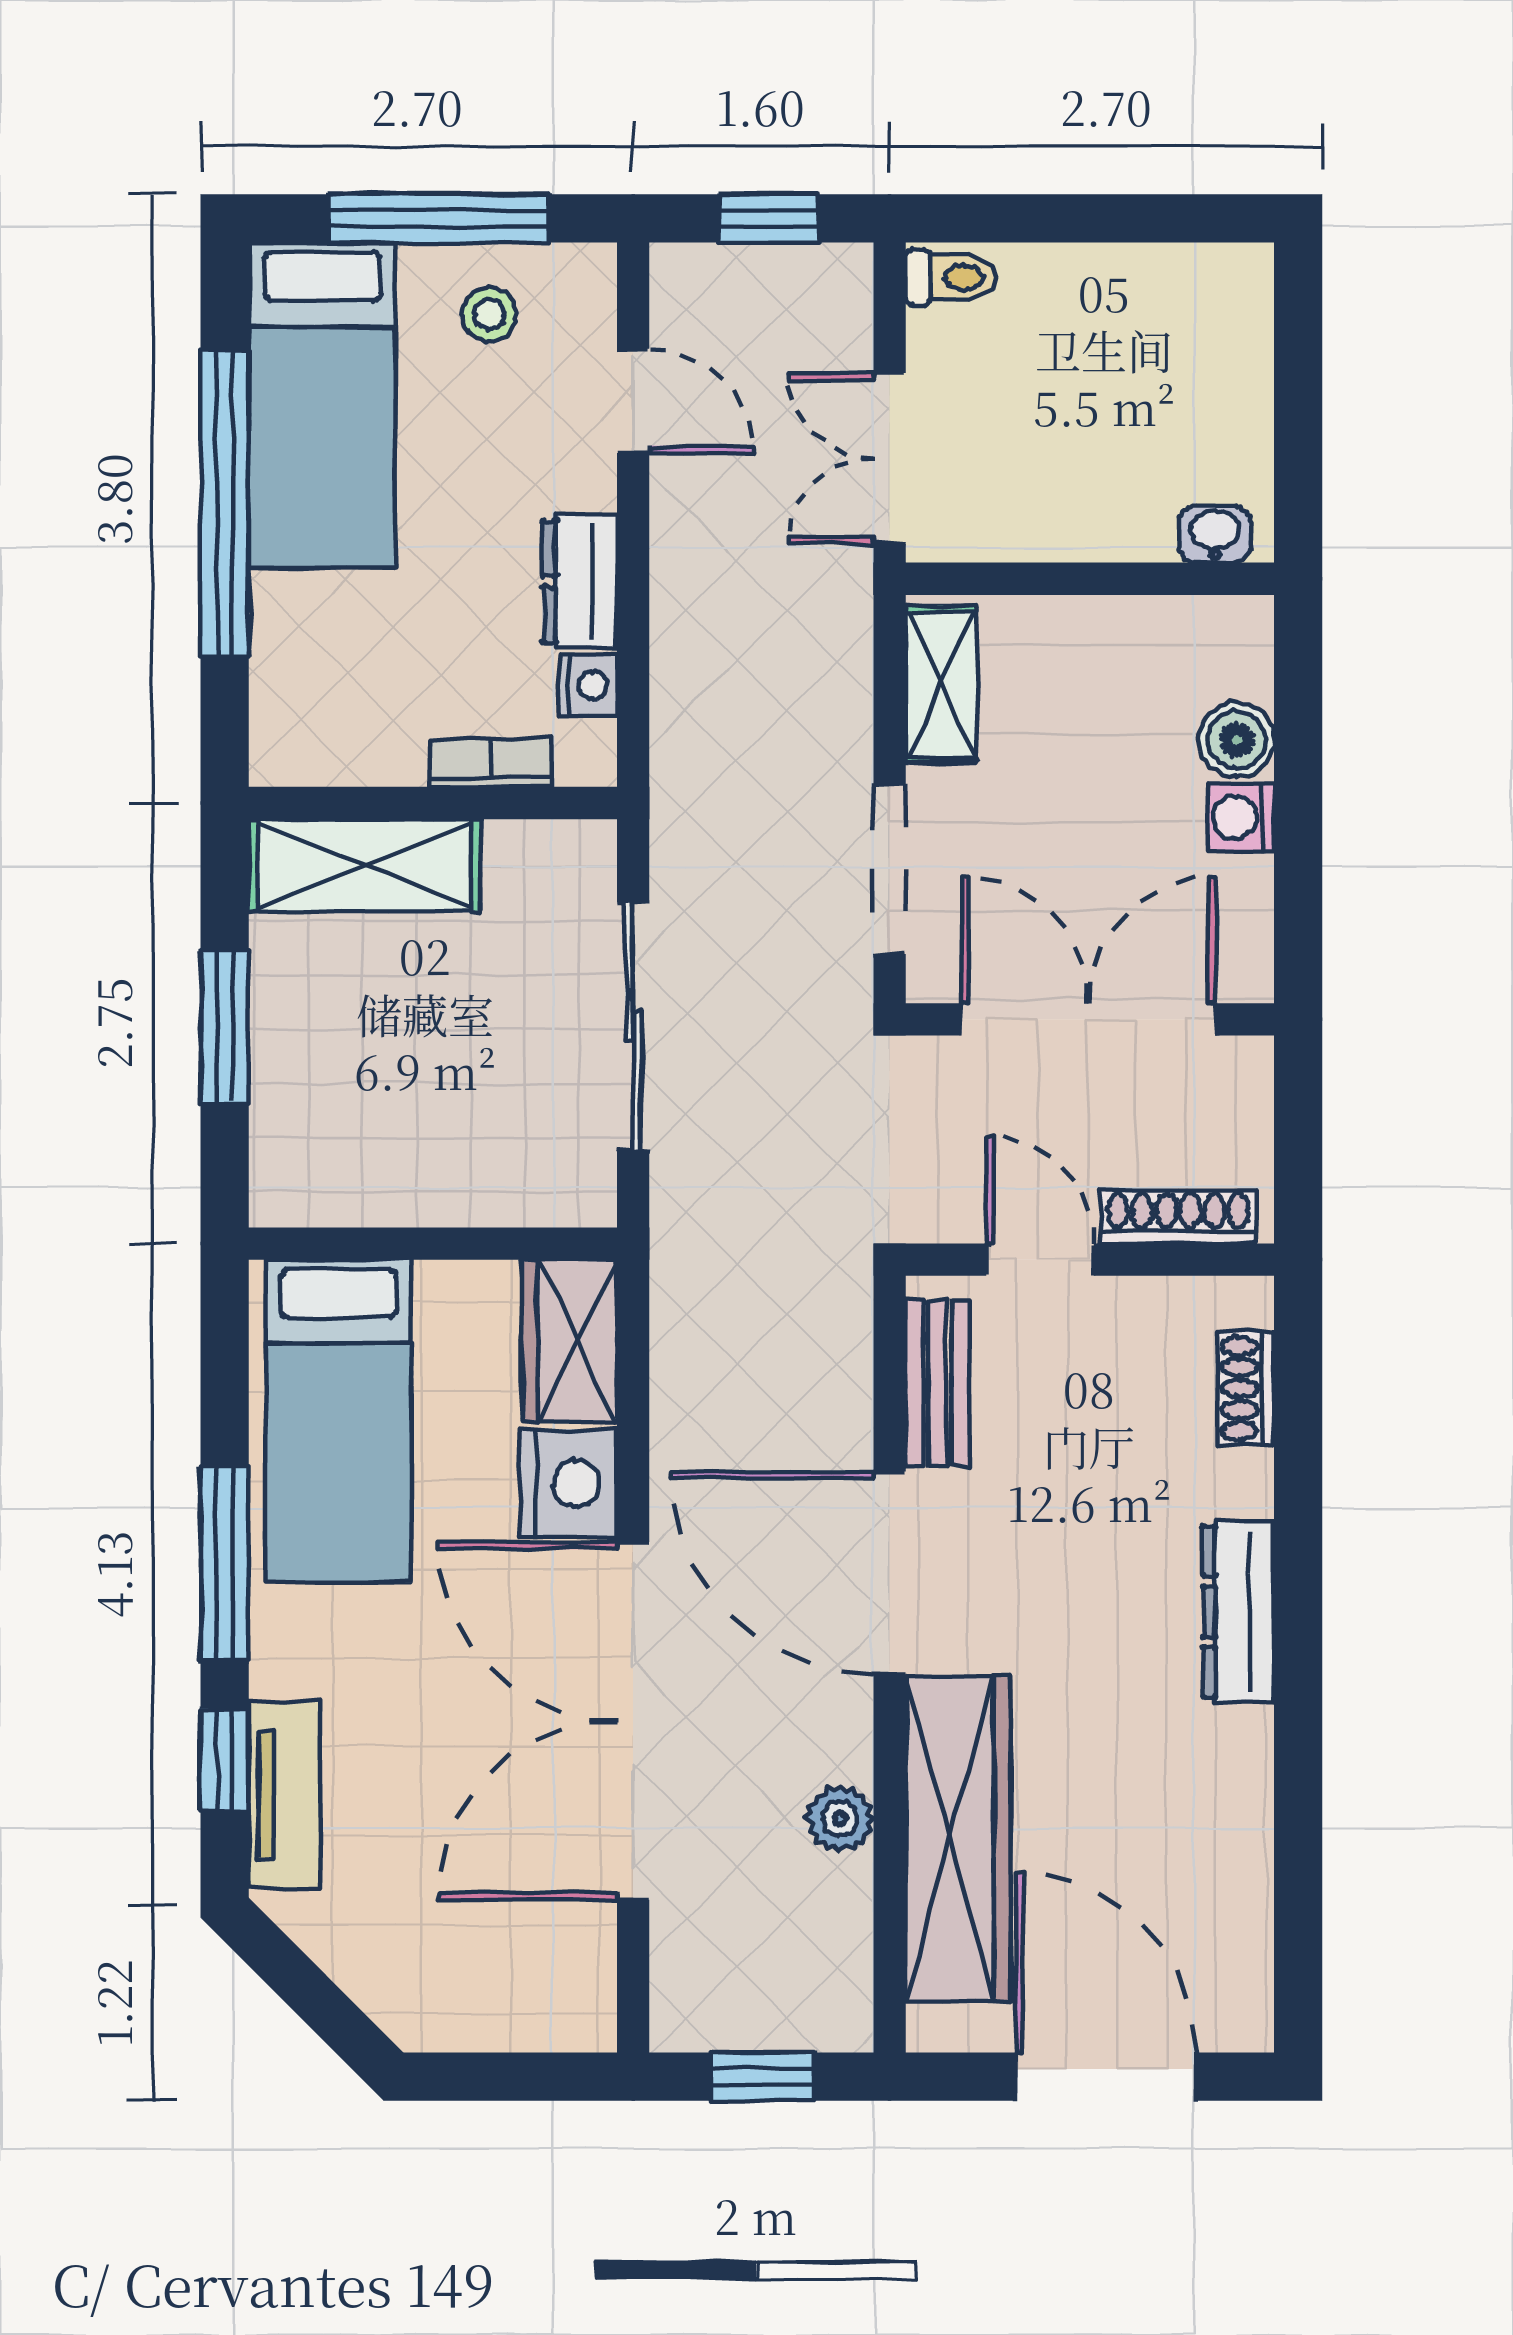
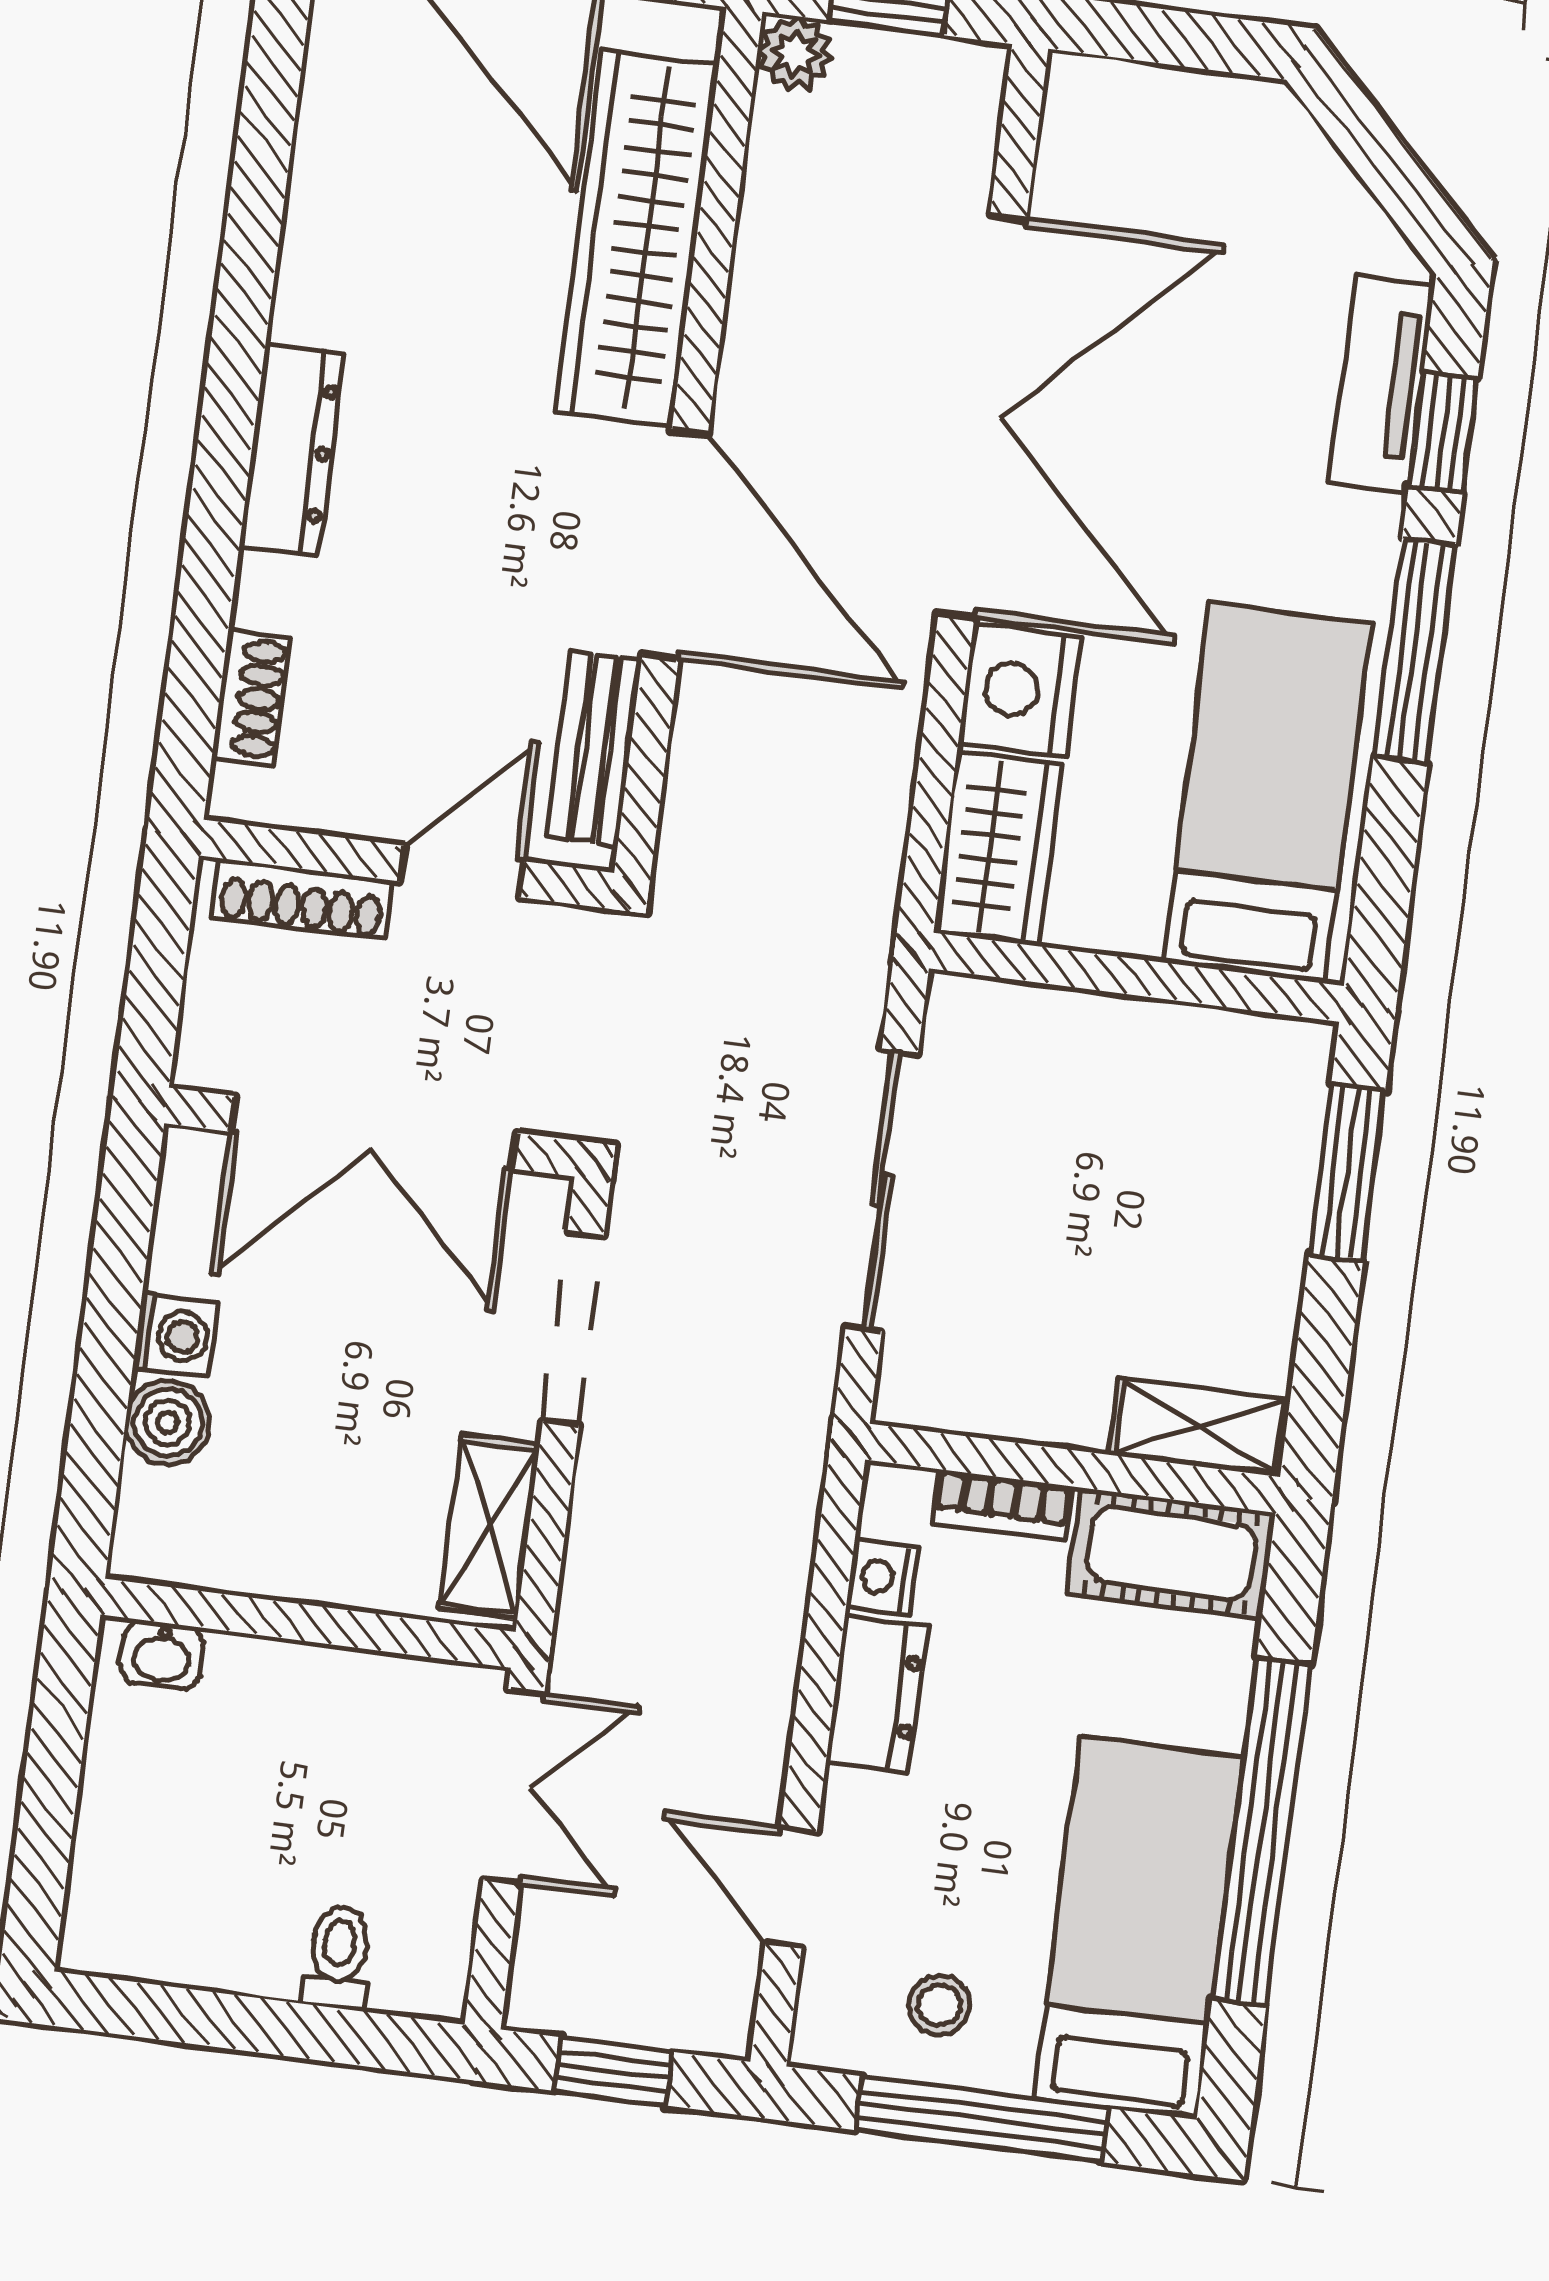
toilet: (951, 277) -> (338, 1957), moved, turned 90
cot: (336, 739) -> (1171, 1553), added
shelving: (364, 865) -> (1199, 1427), width x0.67, depth x0.75
window: (225, 1027) -> (1347, 1172), moved
door: (1040, 1260) -> (462, 871), swing flipped
plant: (840, 1819) -> (795, 54), moved

